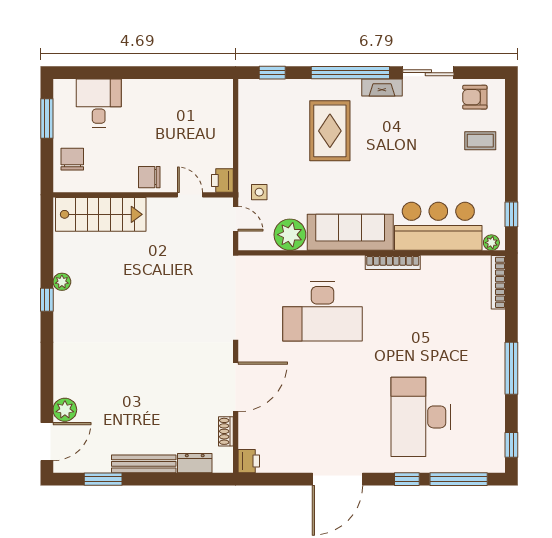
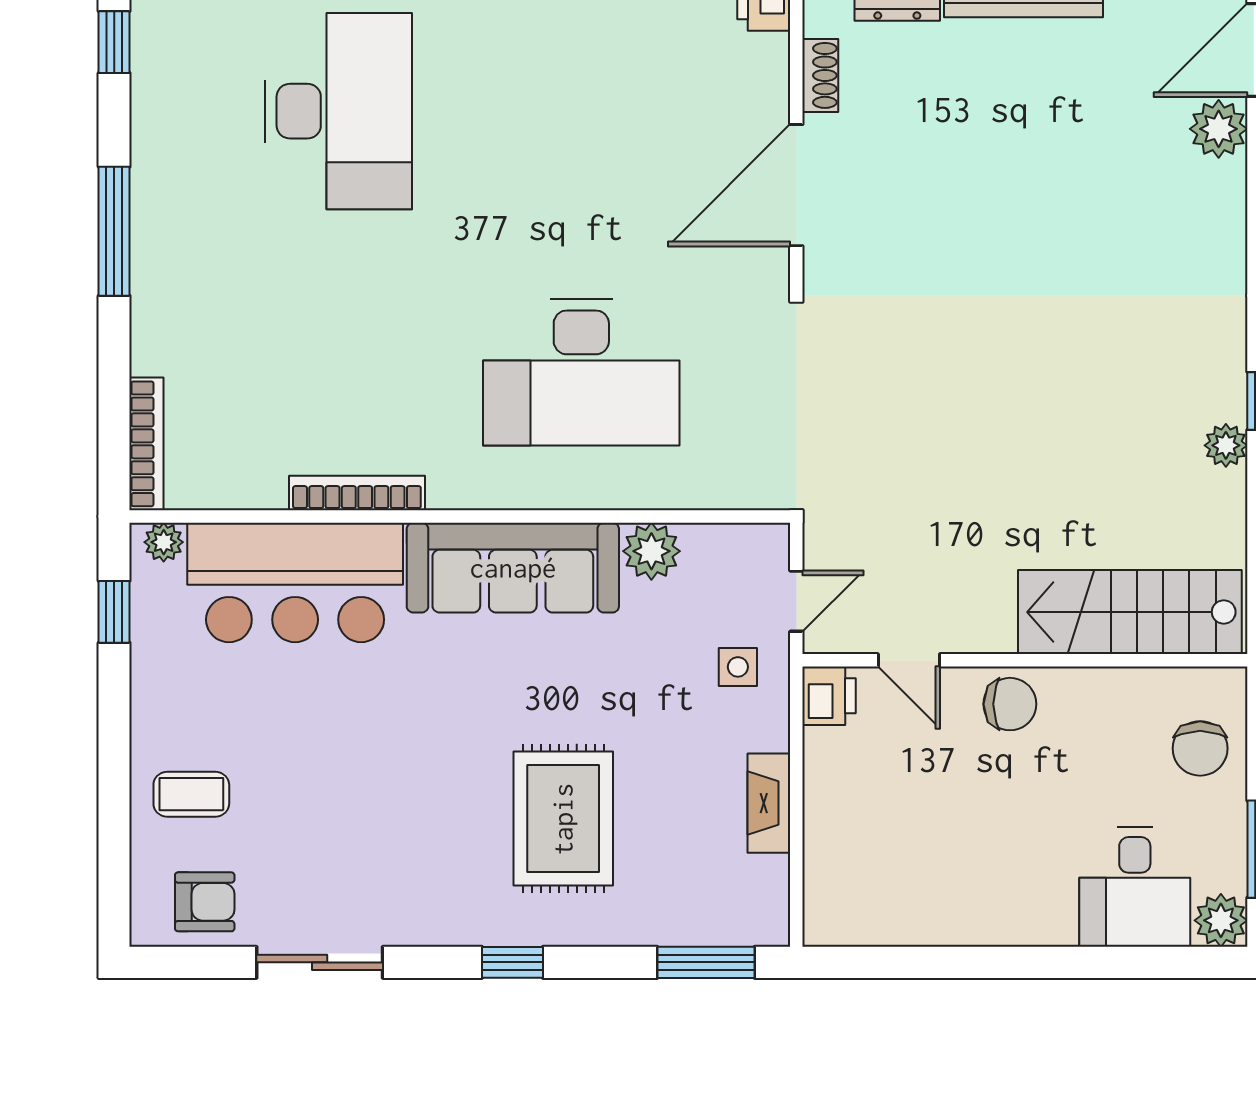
window: (272, 73) -> (706, 962), width x1.50
window: (350, 73) -> (512, 962), width x0.32
fireplace: (382, 87) -> (769, 803), moved, turned -90
plant: (64, 90) -> (1221, 920), added
door: (236, 219) -> (796, 601), swing flipped
plant: (290, 235) -> (651, 551), width x0.73, depth x0.73
bookcase: (393, 263) -> (357, 493), moved
desk: (323, 311) -> (581, 372), turned 180

